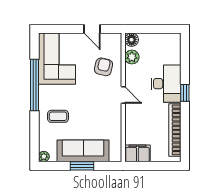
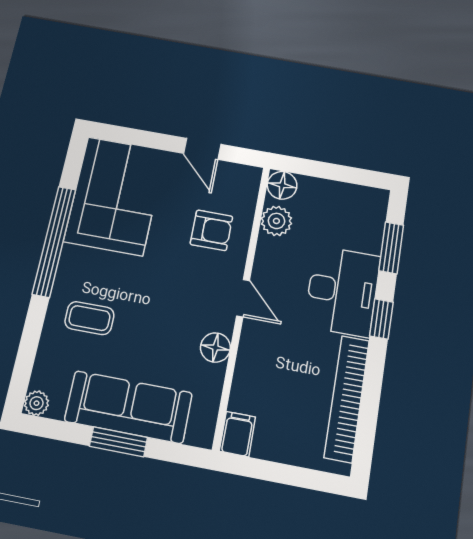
window: (185, 60) -> (391, 248), added
armchair: (104, 67) -> (211, 230), turned 77
floor lamp: (115, 119) -> (215, 348), added
filing cabinet: (137, 153) -> (237, 434), width x0.50

